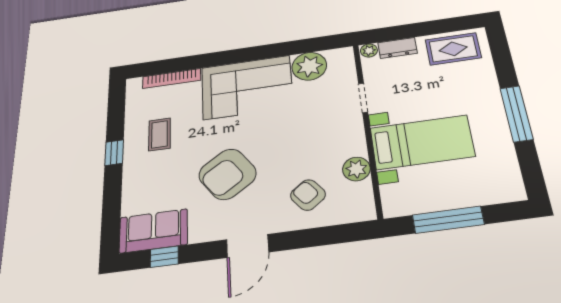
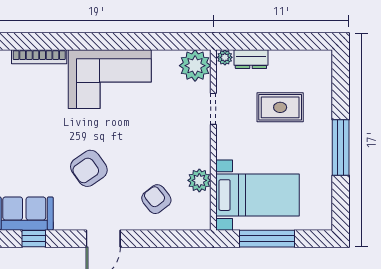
rug: (453, 49) -> (280, 107), moved
plant: (309, 66) -> (195, 66), moved
coffee table: (160, 134) -> (28, 118), removed
bed with nightstands: (422, 142) -> (258, 195), moved
armchair: (228, 174) -> (89, 168), width x0.73, depth x0.73

